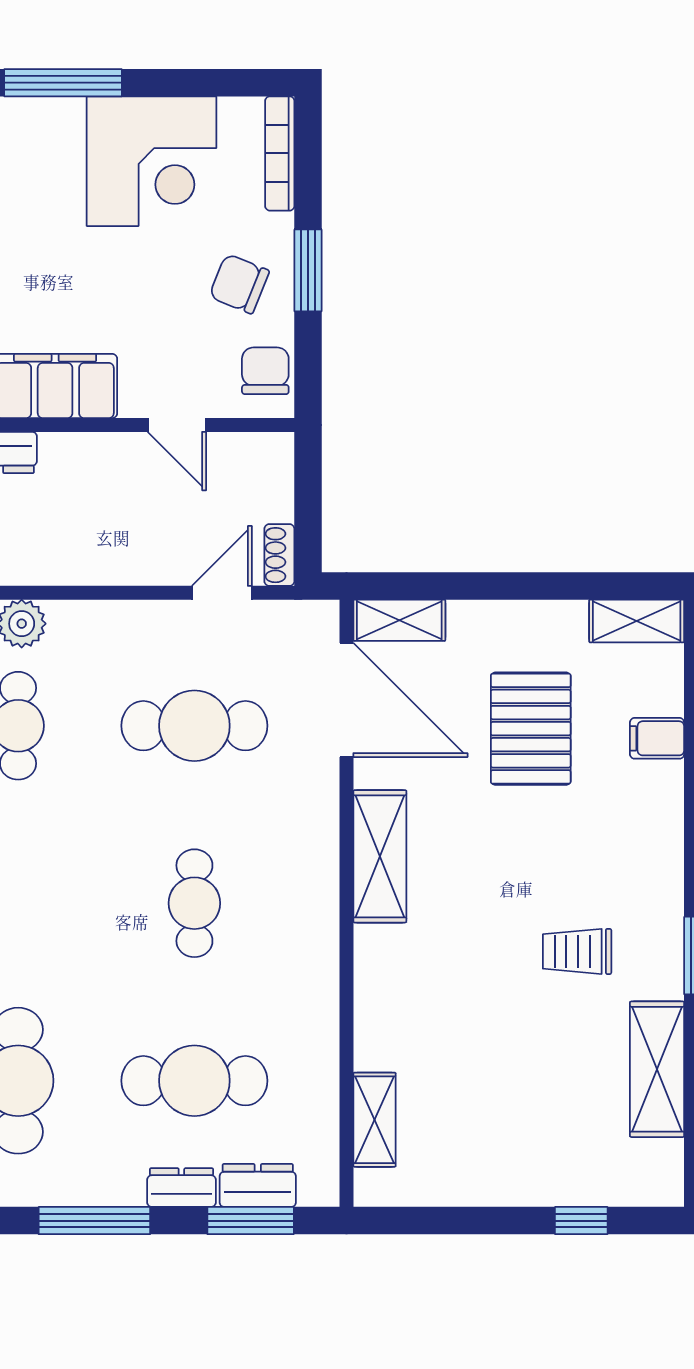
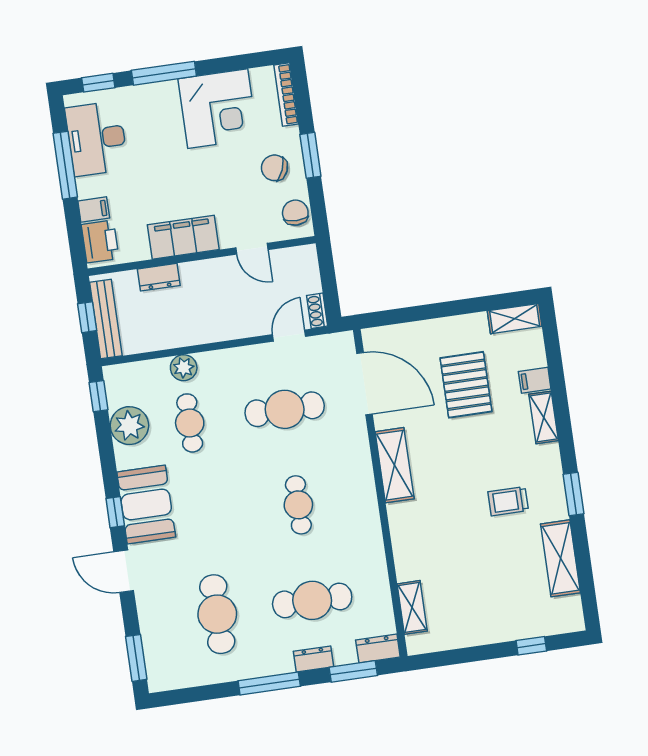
shelving: (399, 620) -> (544, 417), moved, turned 90
dresser: (258, 1185) -> (378, 649), moved

